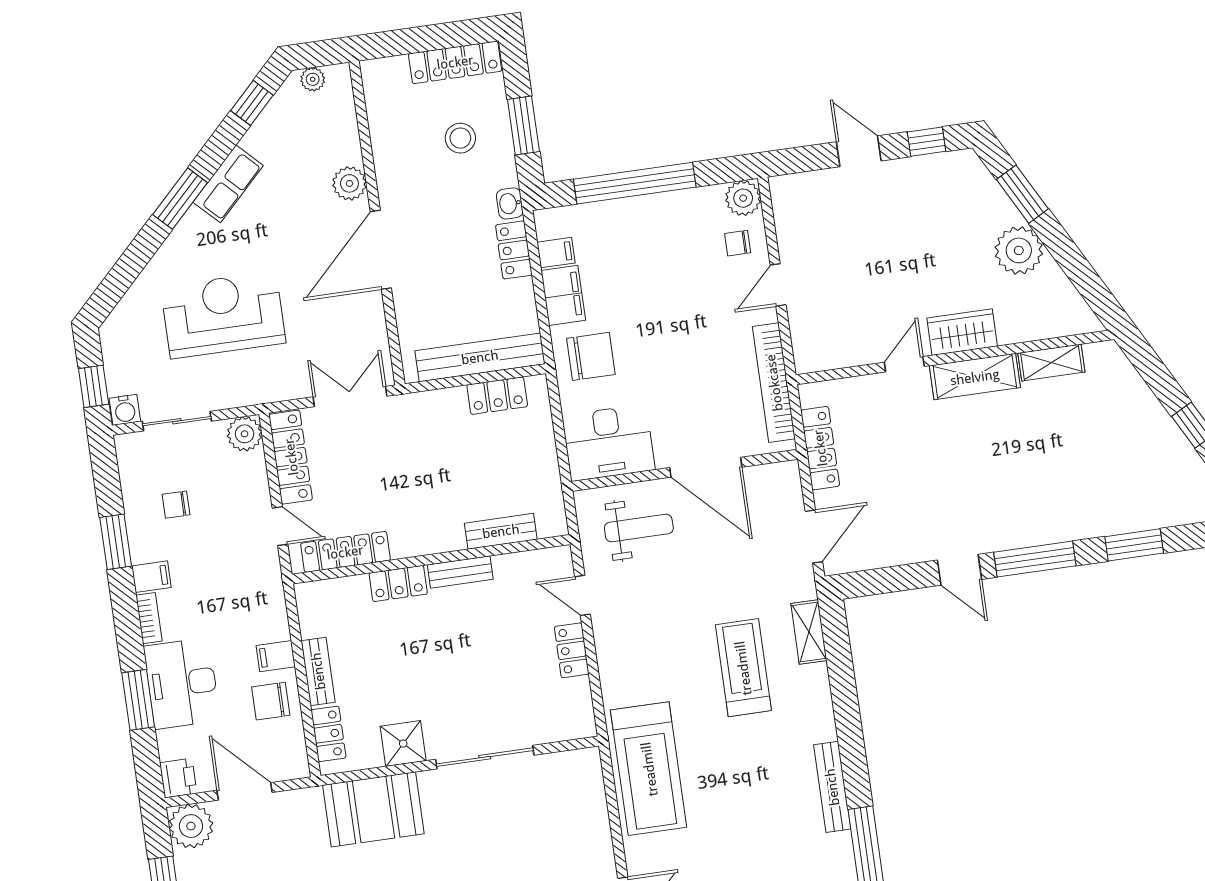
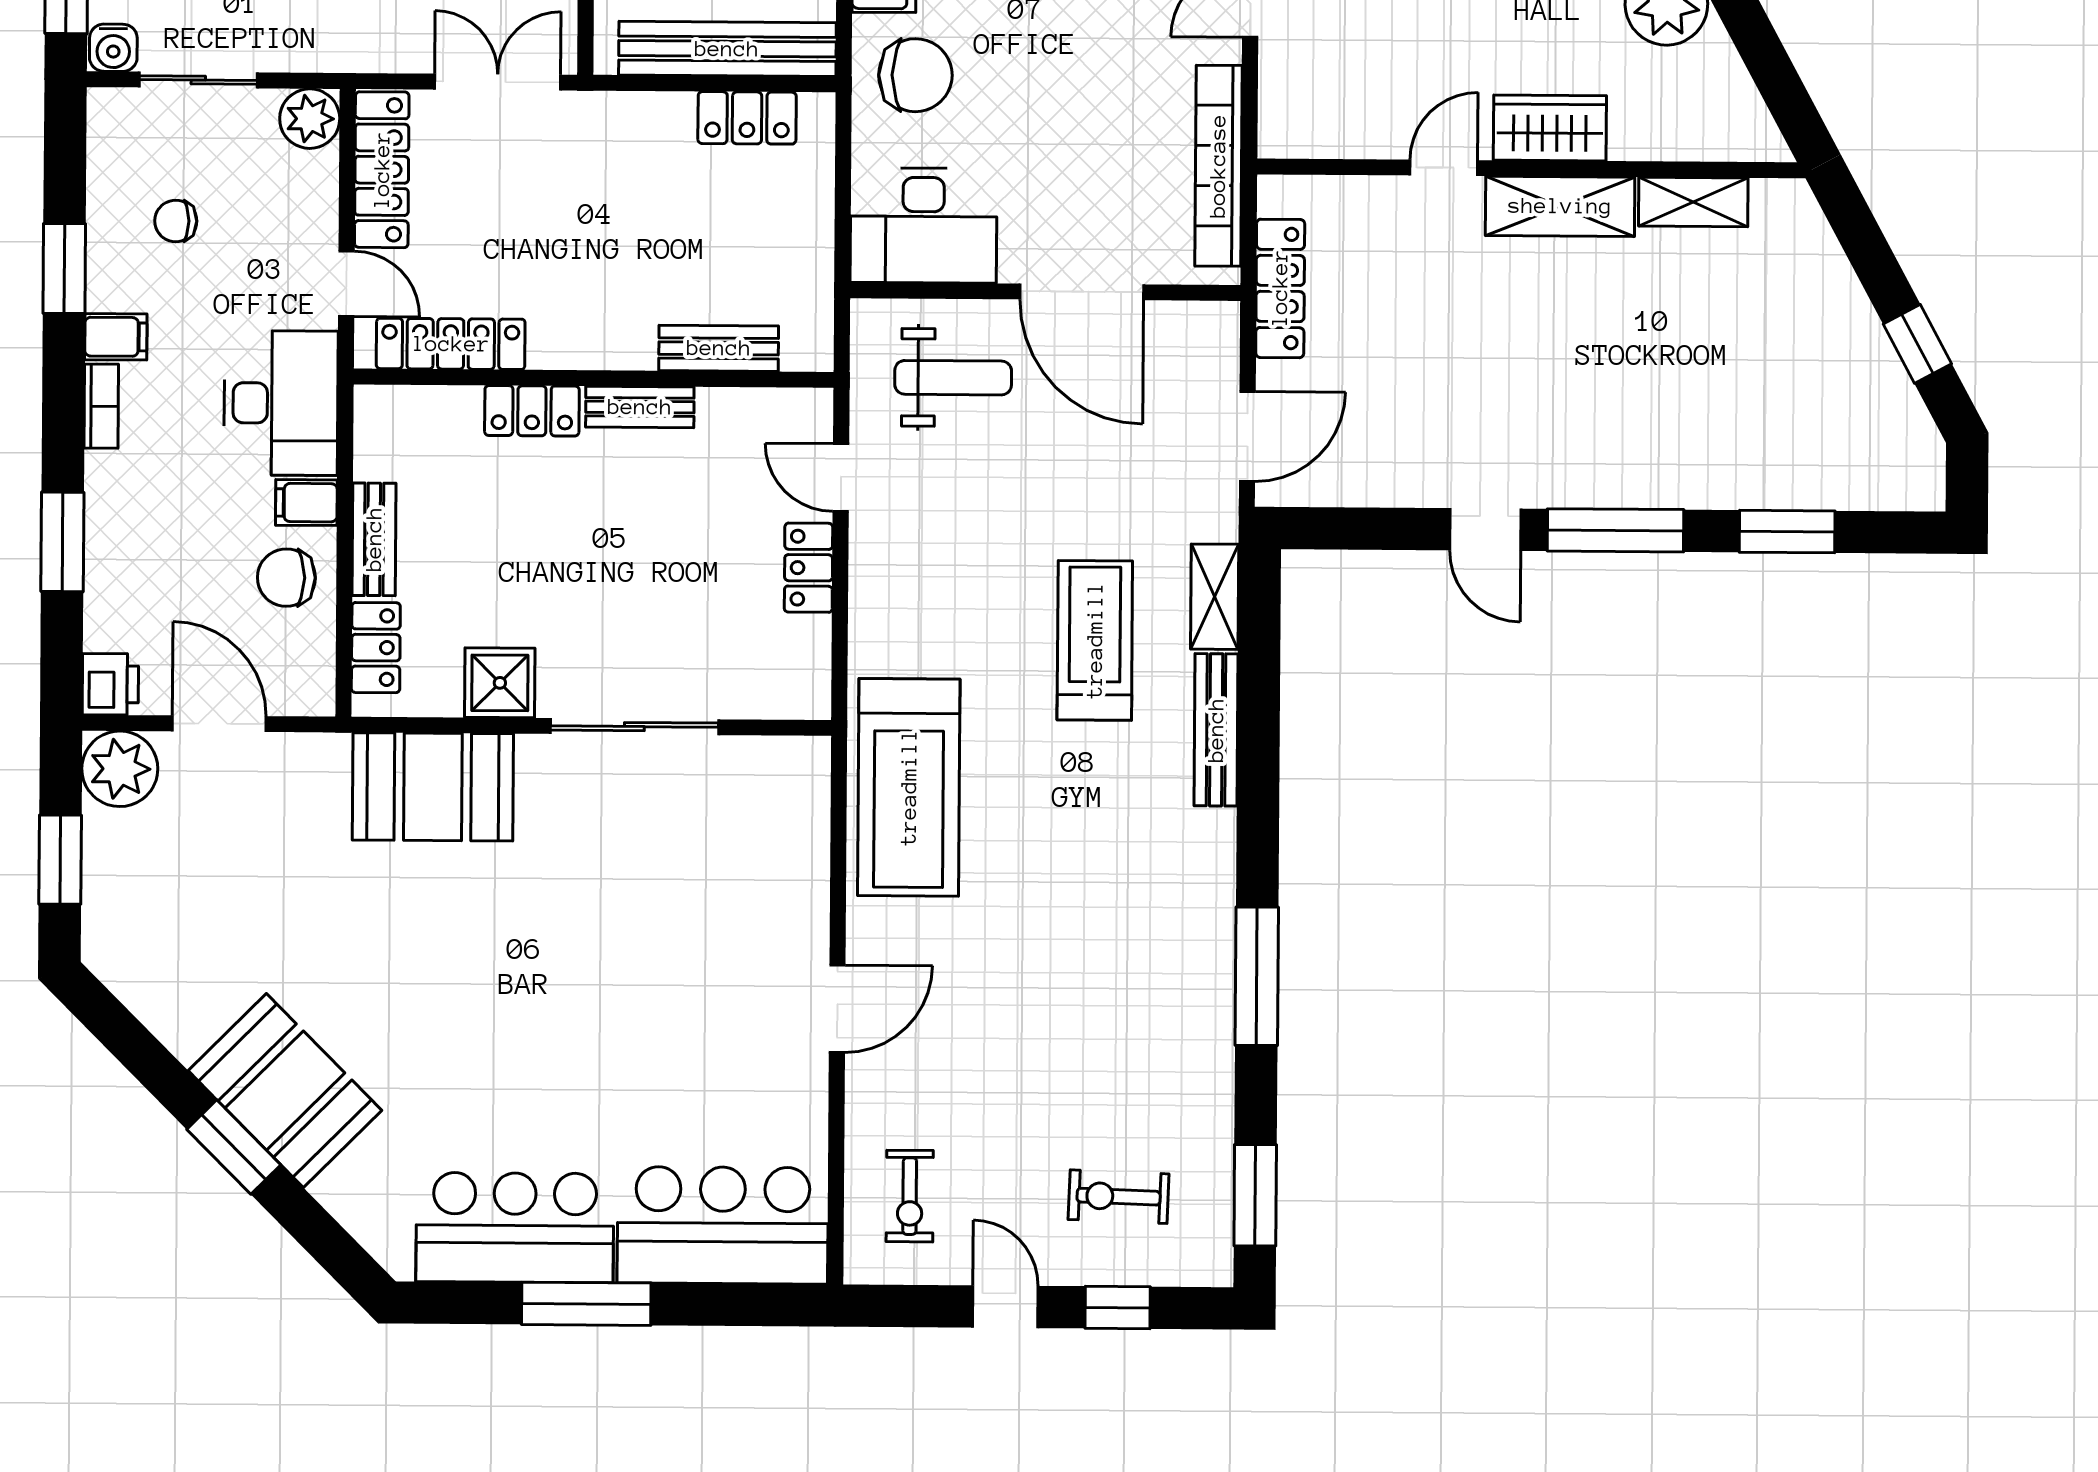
desk: (182, 683) -> (281, 403), moved, turned 180
bench: (832, 787) -> (1216, 730), moved

